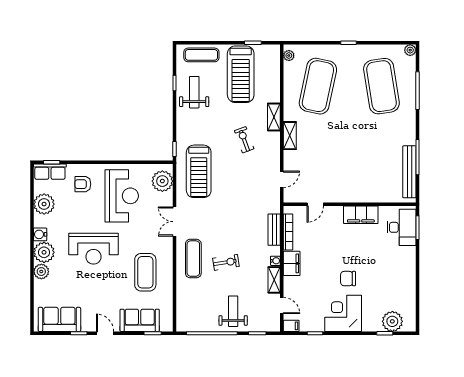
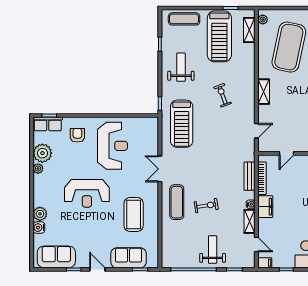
weight bench: (194, 92) -> (181, 67), moved
shelving: (274, 117) -> (249, 30), moved
plant: (162, 181) -> (149, 132), removed
armchair: (83, 184) -> (77, 135), turned 90
water cooler: (40, 234) -> (39, 228), moved
plant: (44, 252) -> (38, 169), moved, width x0.53, depth x0.53

